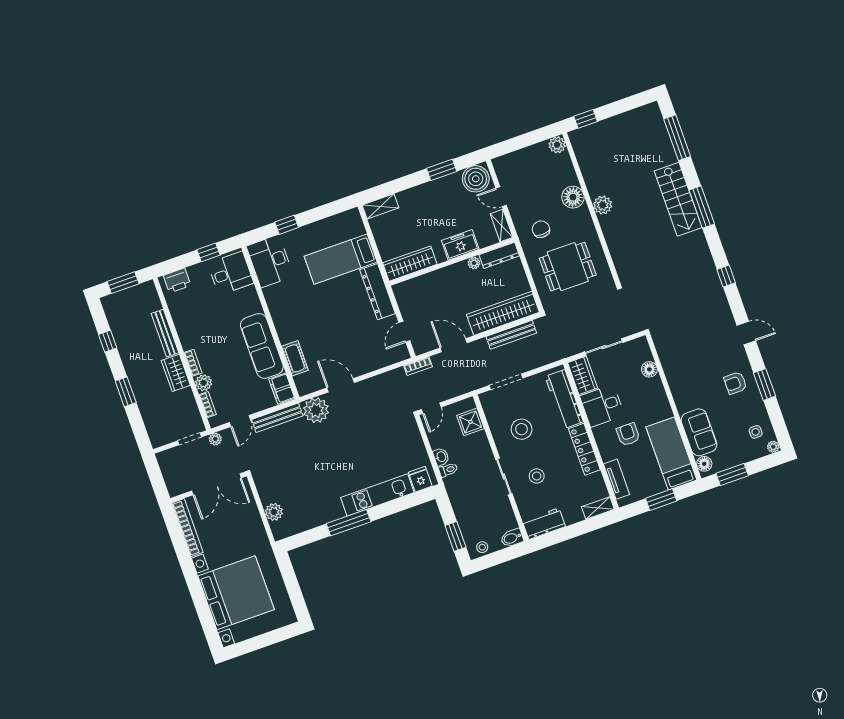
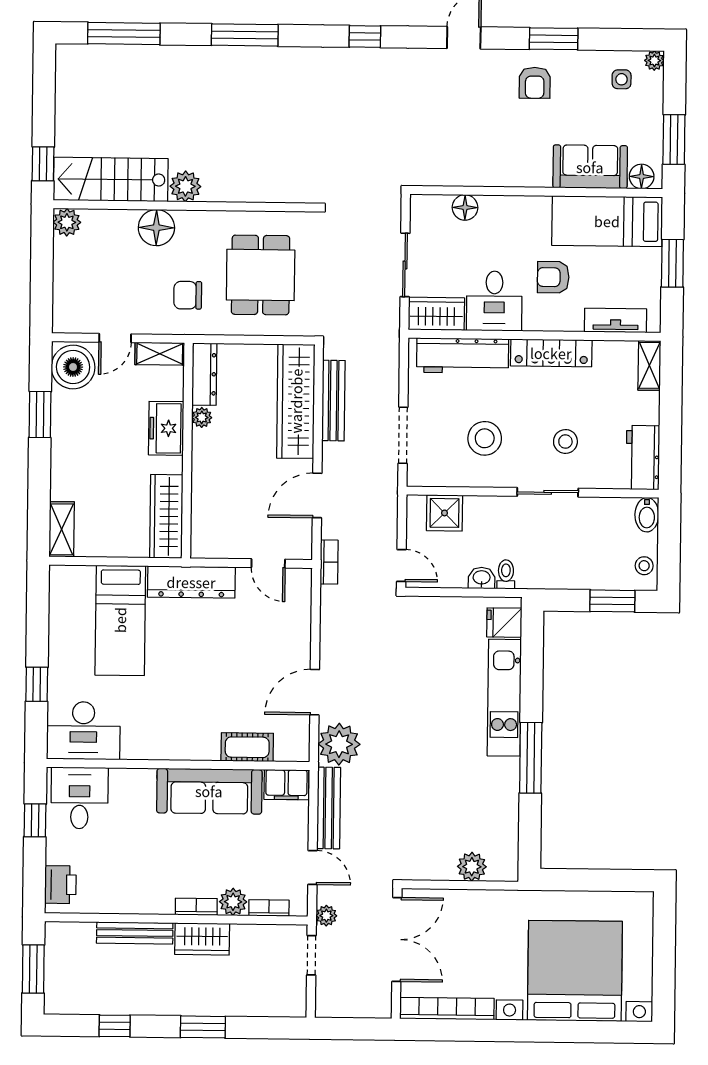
stairs: (678, 199) -> (111, 179), moved, turned 180

